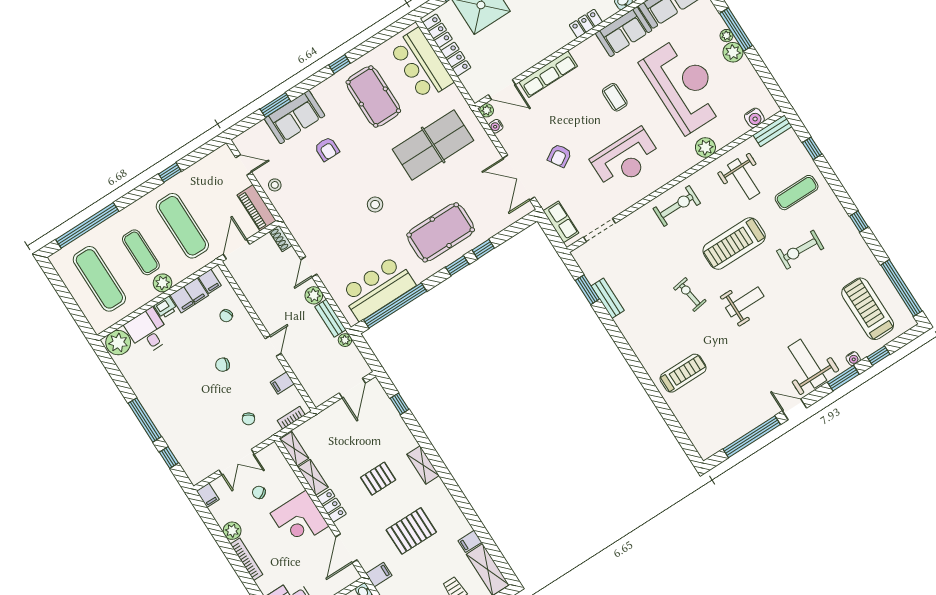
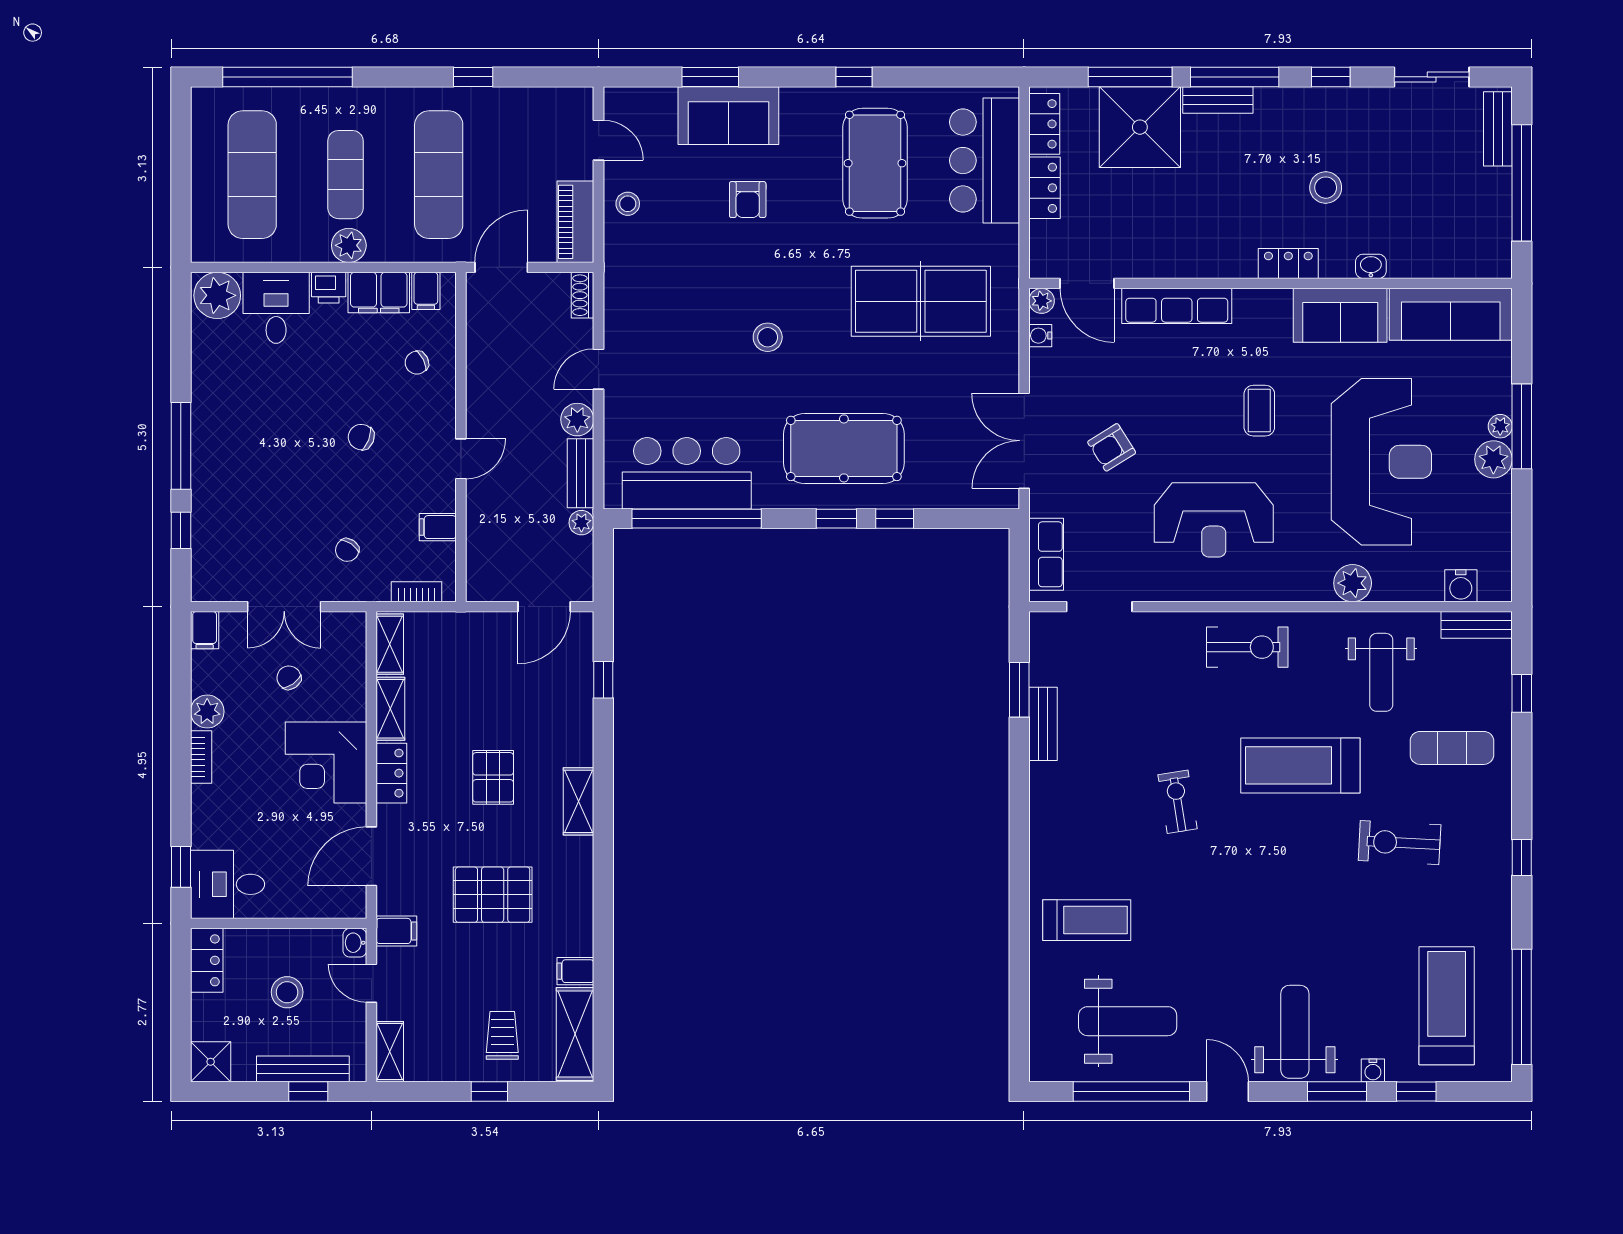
weight bench: (745, 302) -> (1128, 1021), moved, width x1.36, depth x1.33
pallet: (378, 479) -> (493, 777), turned 90
bookcase: (247, 559) -> (201, 757), width x0.64

